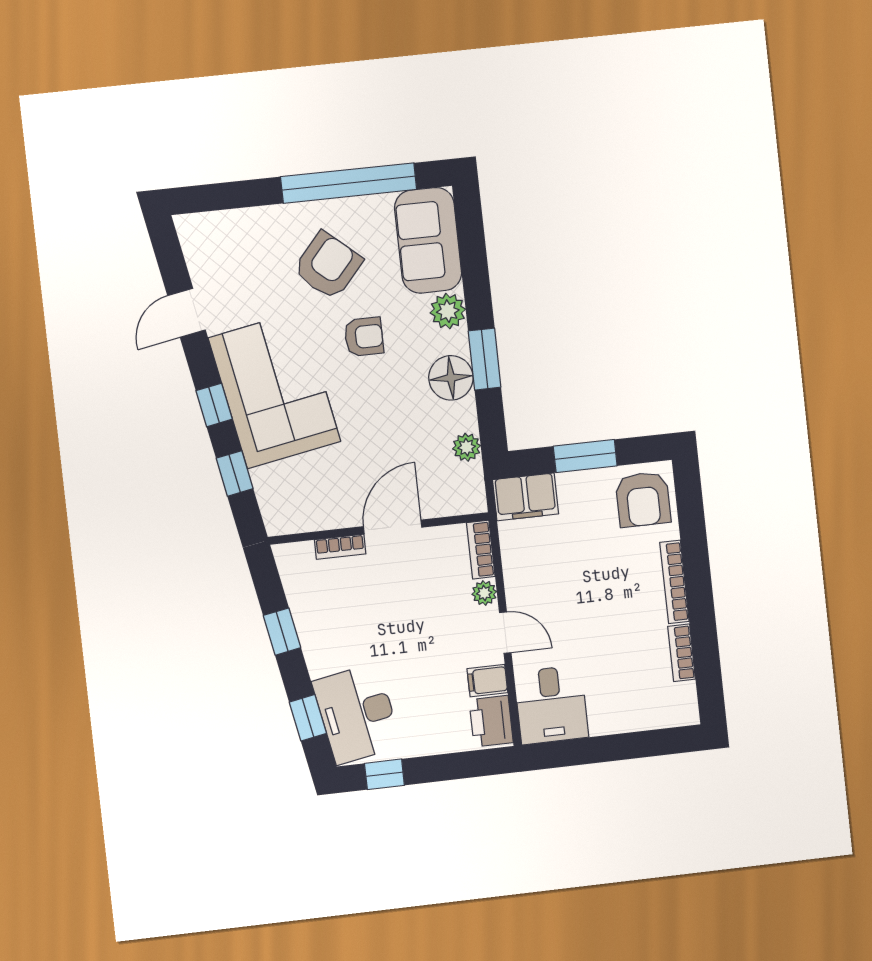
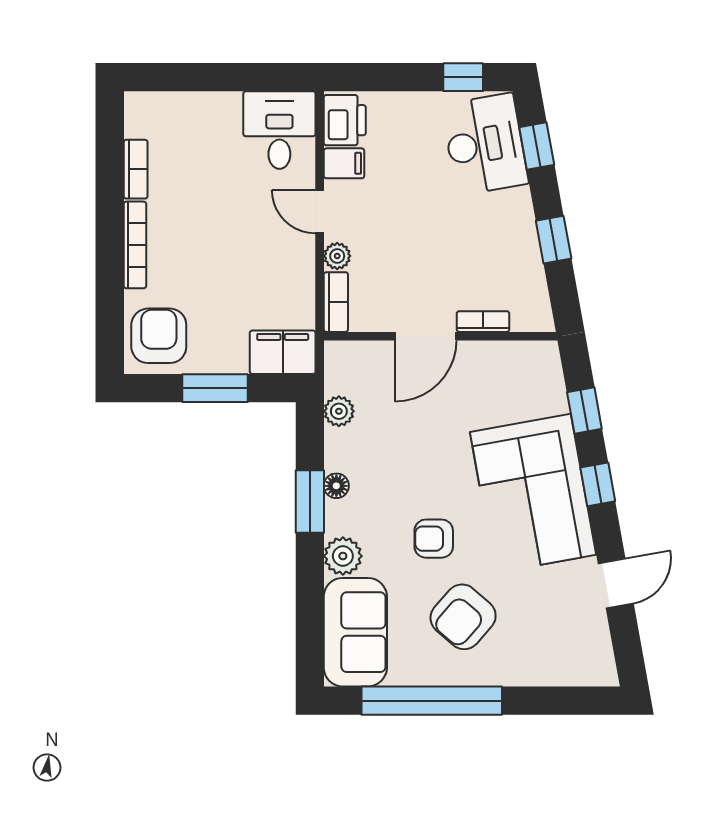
floor lamp: (451, 378) -> (336, 486), width x0.53, depth x0.53

